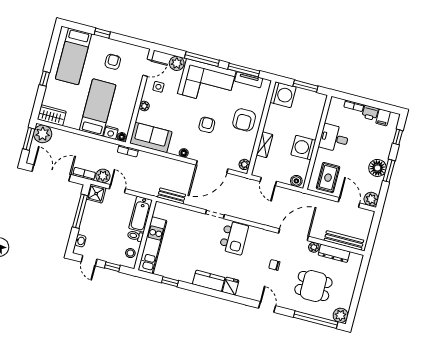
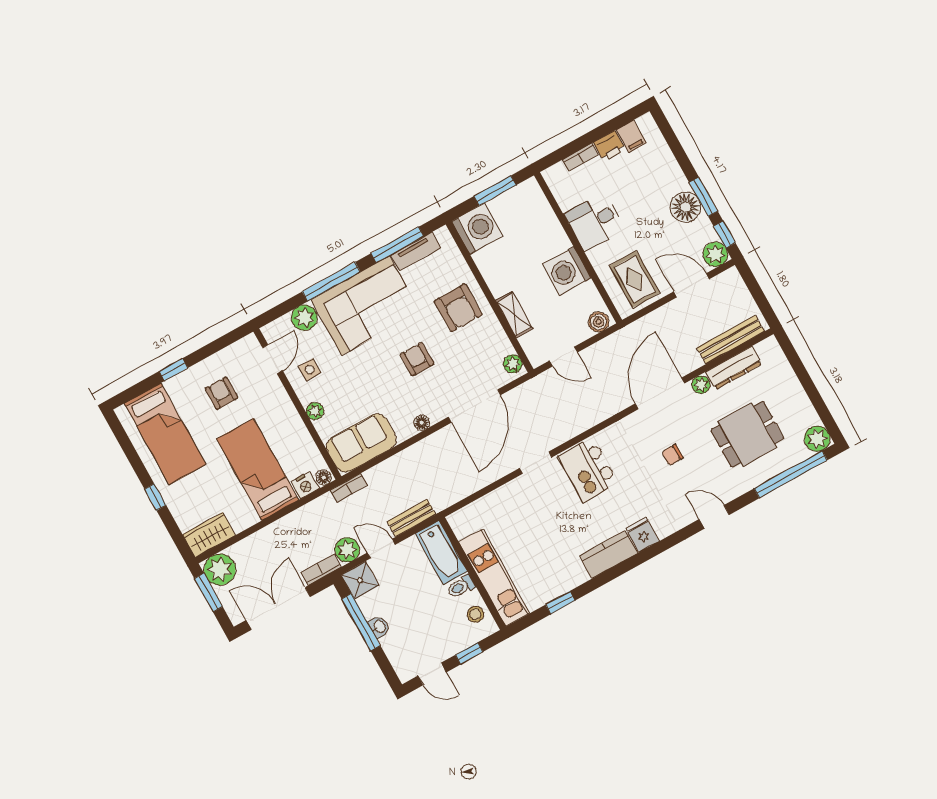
window: (398, 137) -> (725, 235), moved
bench: (172, 196) -> (411, 518), moved
kitchen island: (234, 238) -> (588, 470), turned 180
washbasin: (80, 241) -> (379, 627), moved

